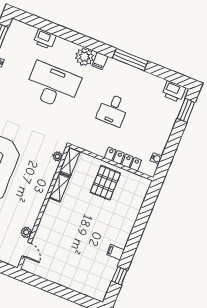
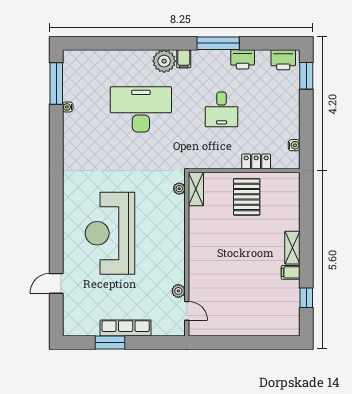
printer: (45, 39) -> (243, 59), moved
locker: (123, 159) -> (256, 161), width x0.66
shelving: (59, 187) -> (292, 248), moved

